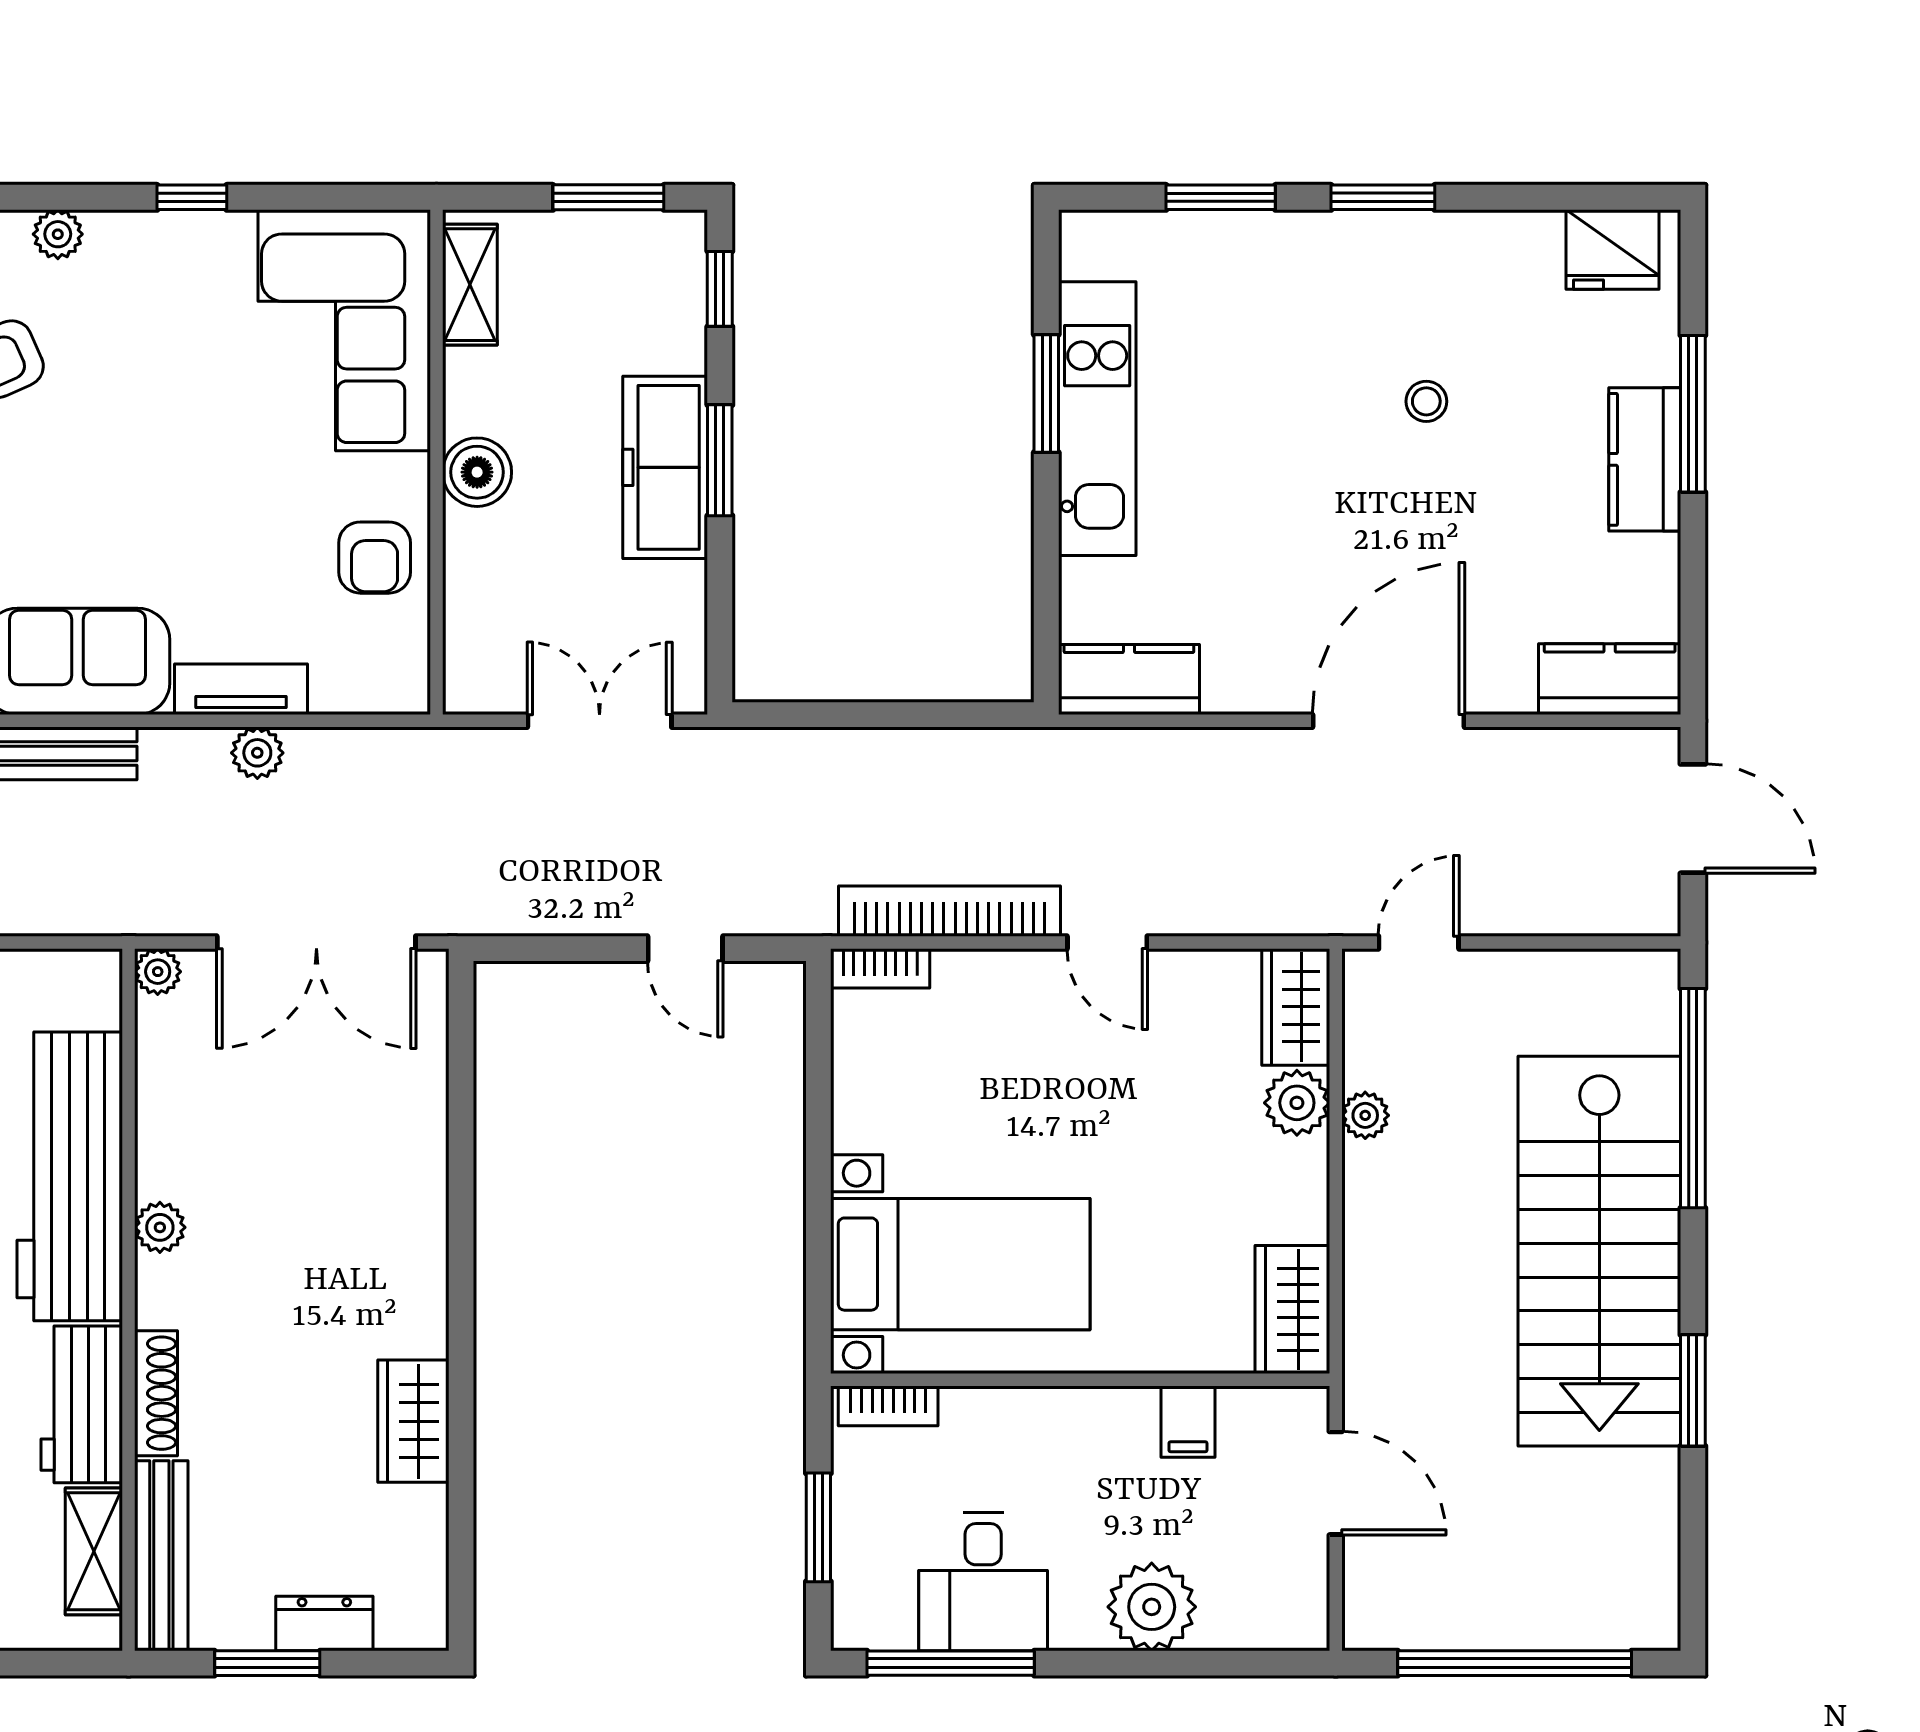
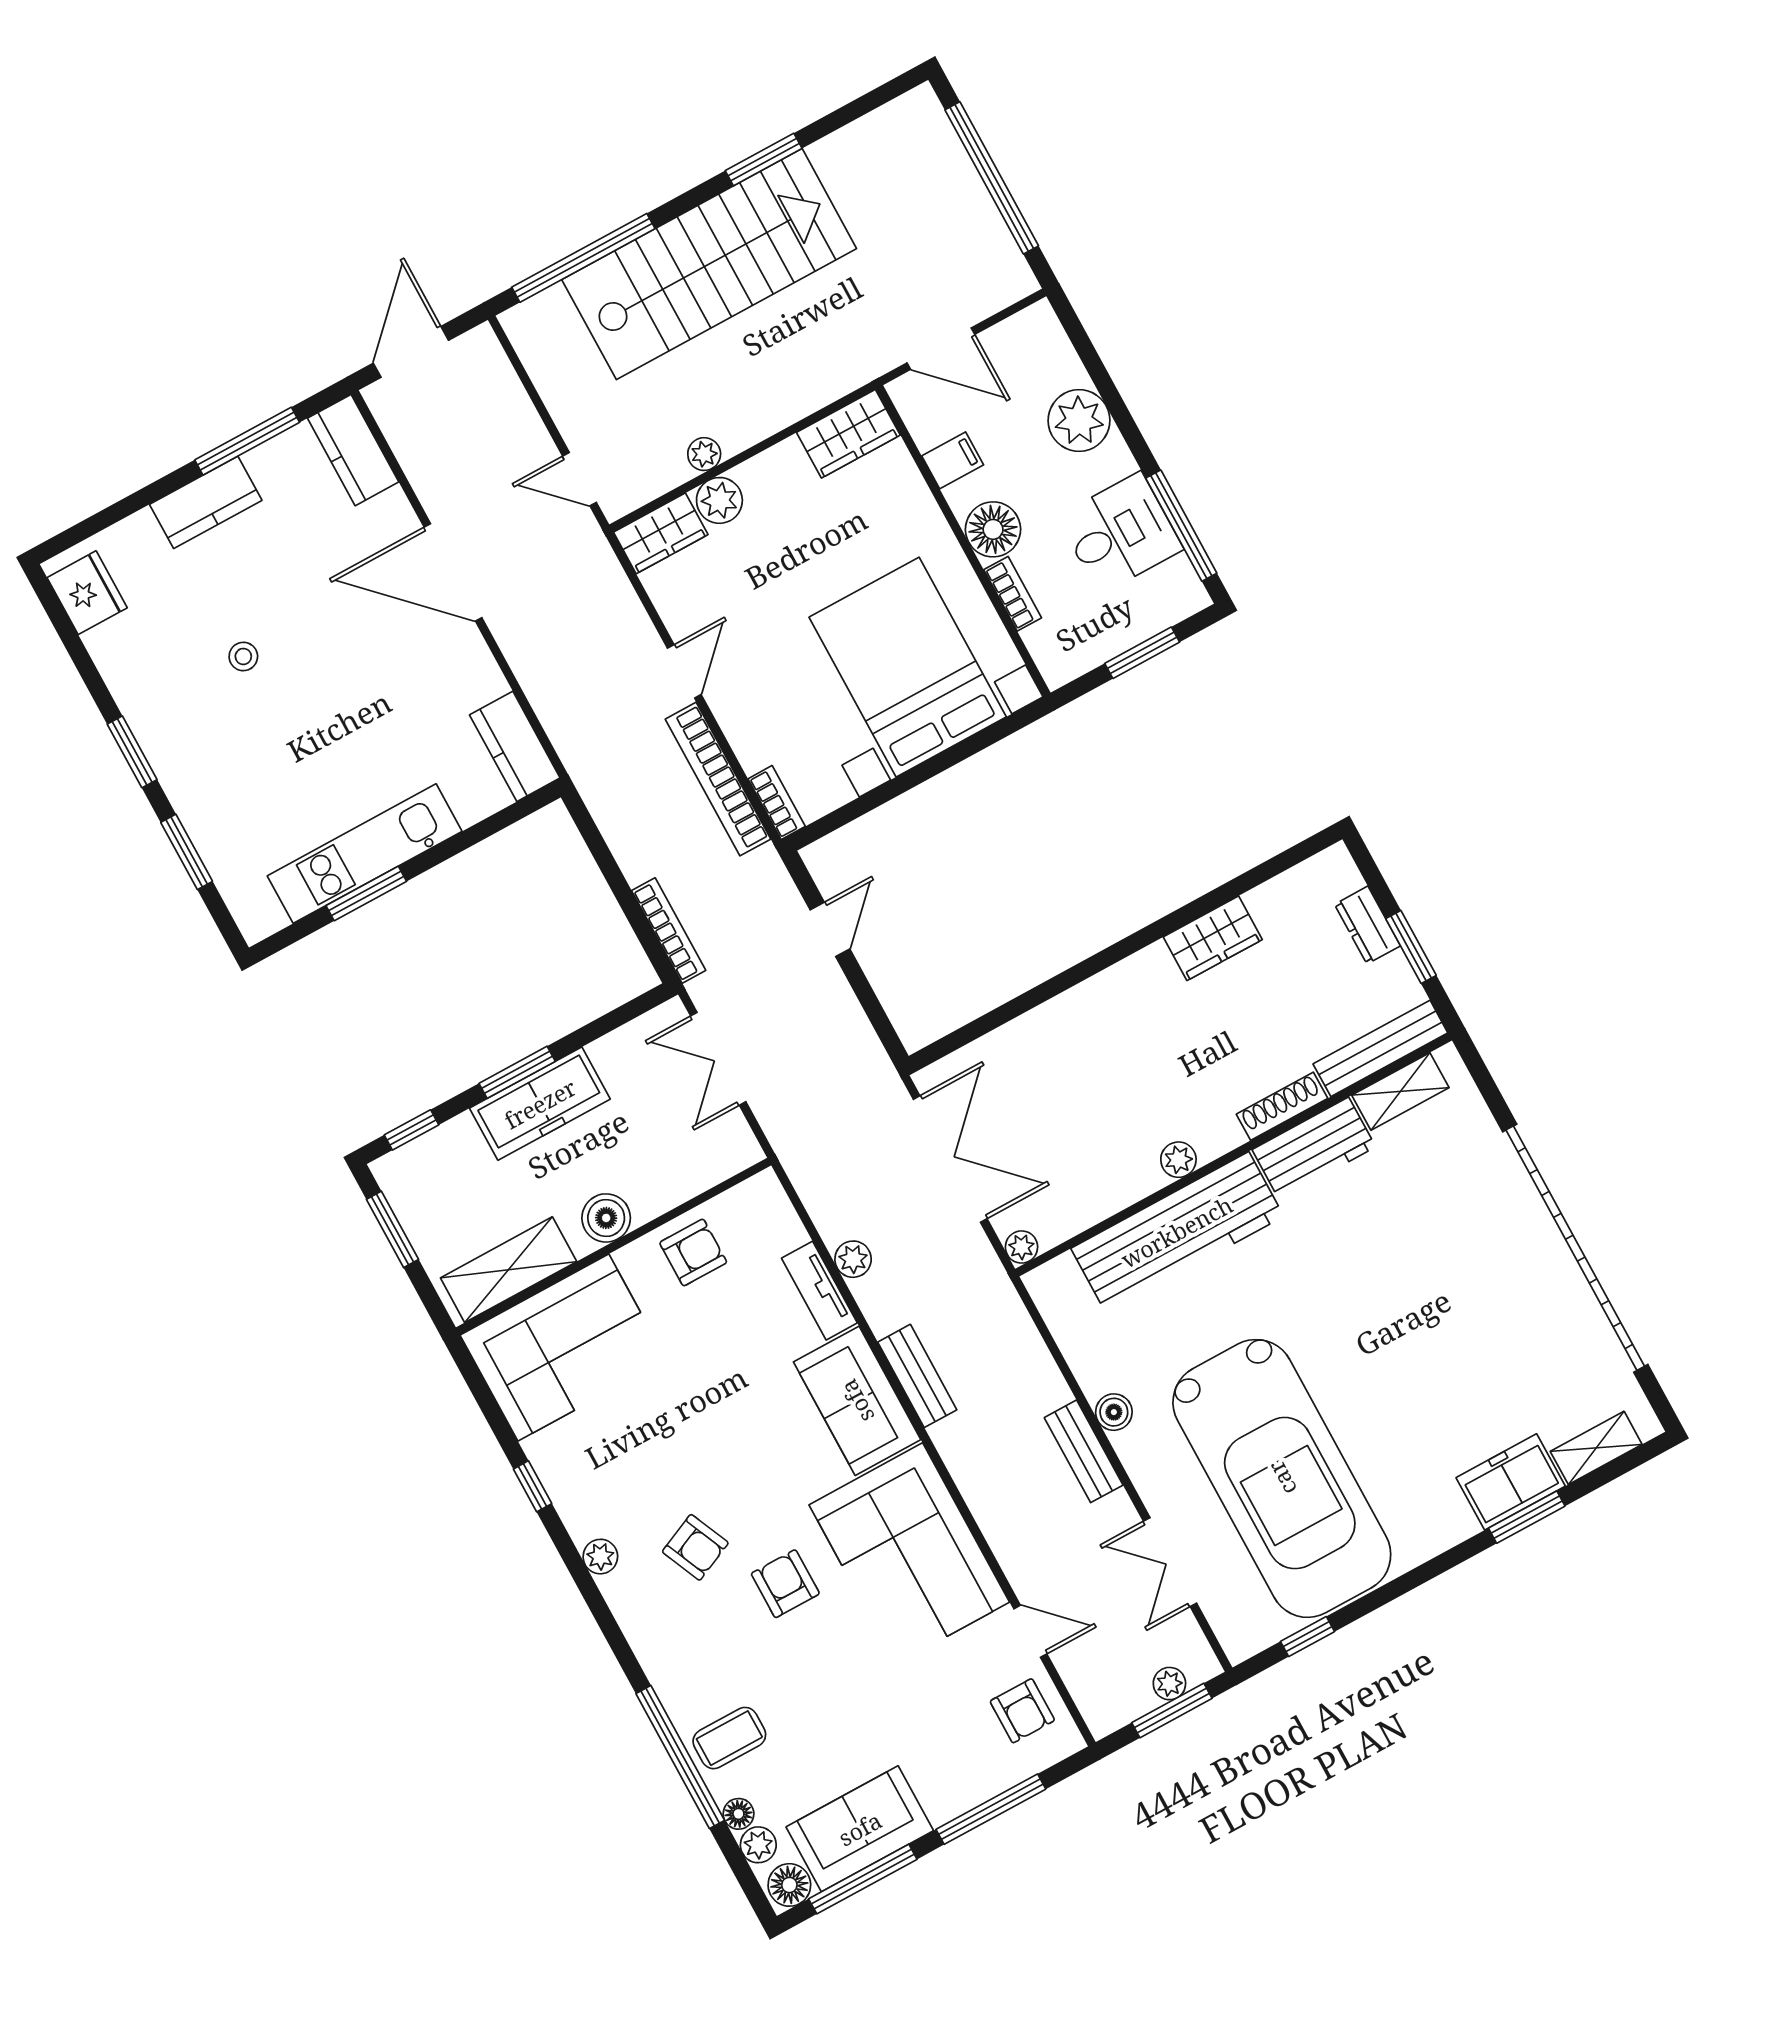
shelving: (470, 285) -> (509, 1270), width x1.50, depth x1.33
window: (1693, 414) -> (247, 441), moved
bookcase: (794, 746) -> (669, 931), added
bed with nightstands: (960, 1264) -> (908, 667), width x1.36
bookcase: (888, 1406) -> (1013, 594), moved
floor lamp: (1074, 1425) -> (993, 529), added
door: (1336, 1483) -> (941, 349), swing flipped

